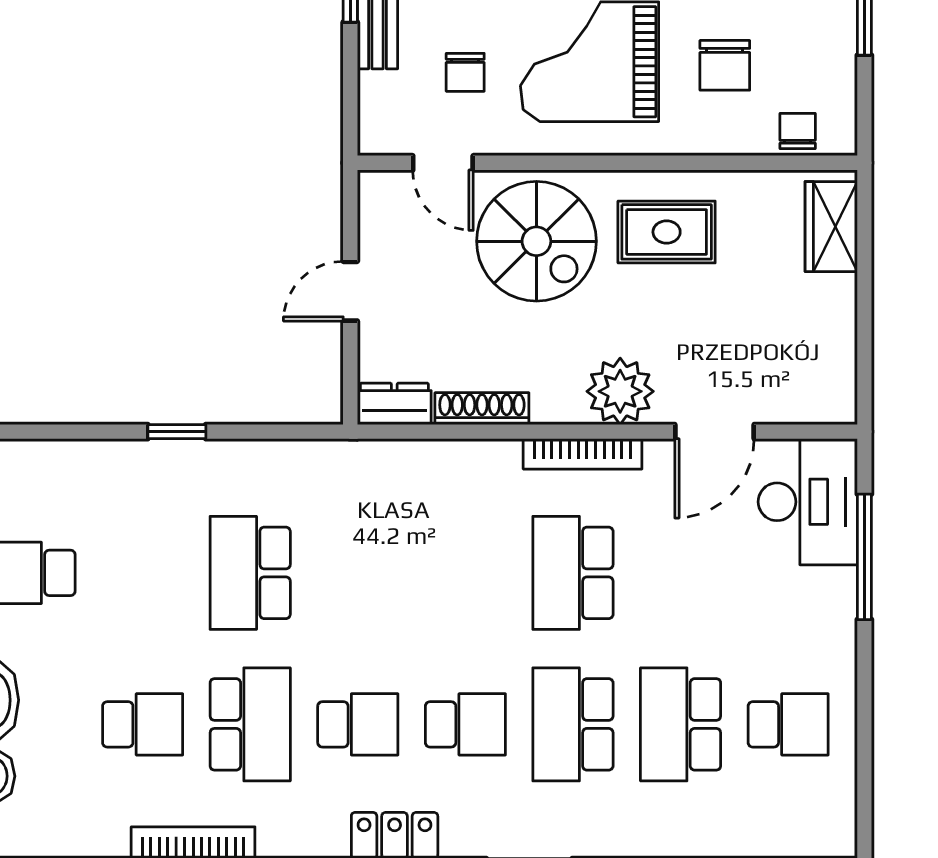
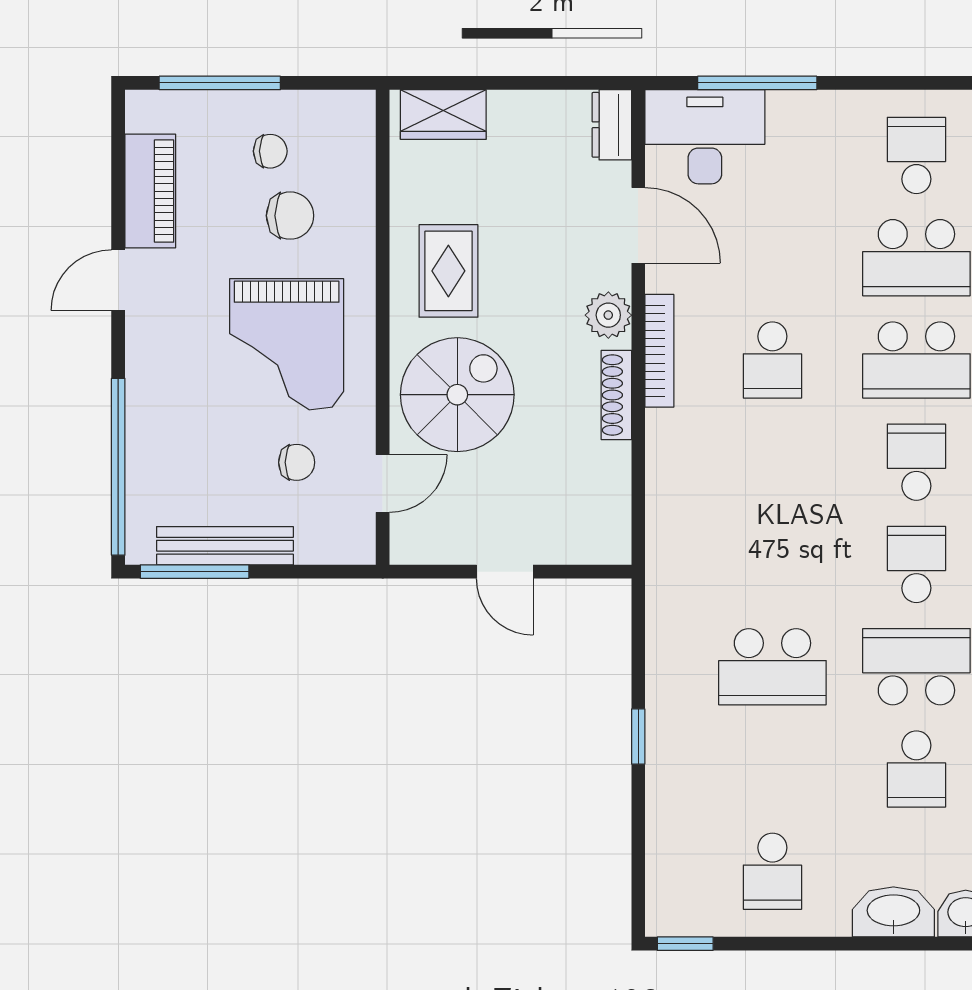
chair: (798, 131) -> (270, 151), moved, turned 180
plant: (620, 391) -> (608, 315), width x0.73, depth x0.73
dresser: (394, 404) -> (612, 125), moved
shoe rack: (482, 409) -> (616, 395), moved
school desk: (573, 573) -> (772, 360), width x0.54
school desk: (143, 724) -> (916, 769), turned 180

